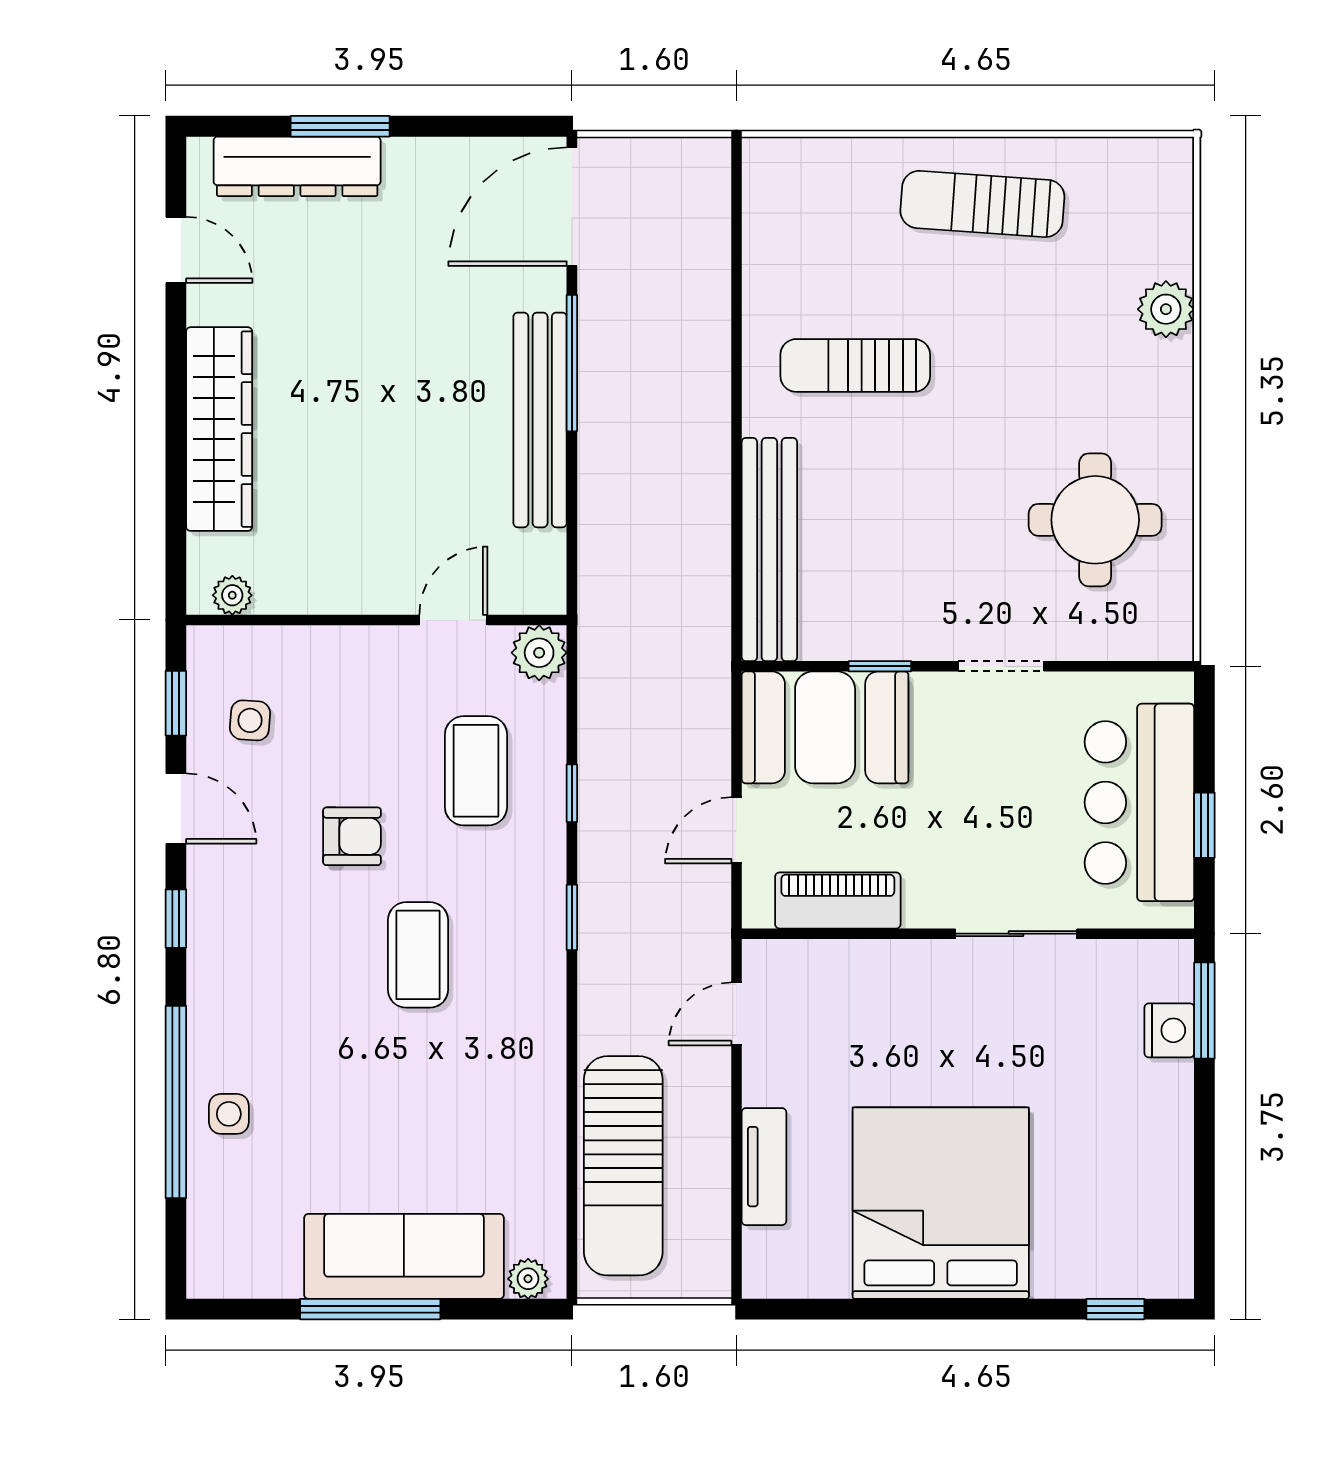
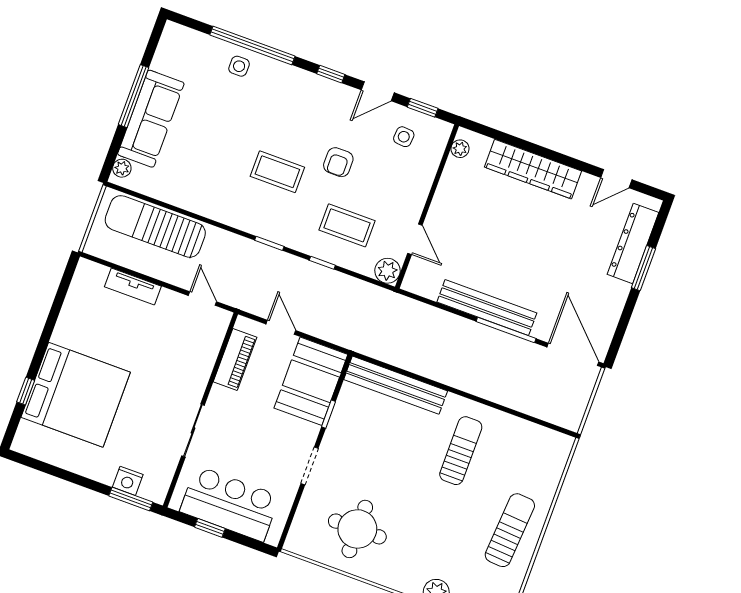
bed: (941, 1203) -> (76, 395), moved
window: (1115, 1309) -> (26, 391), moved

